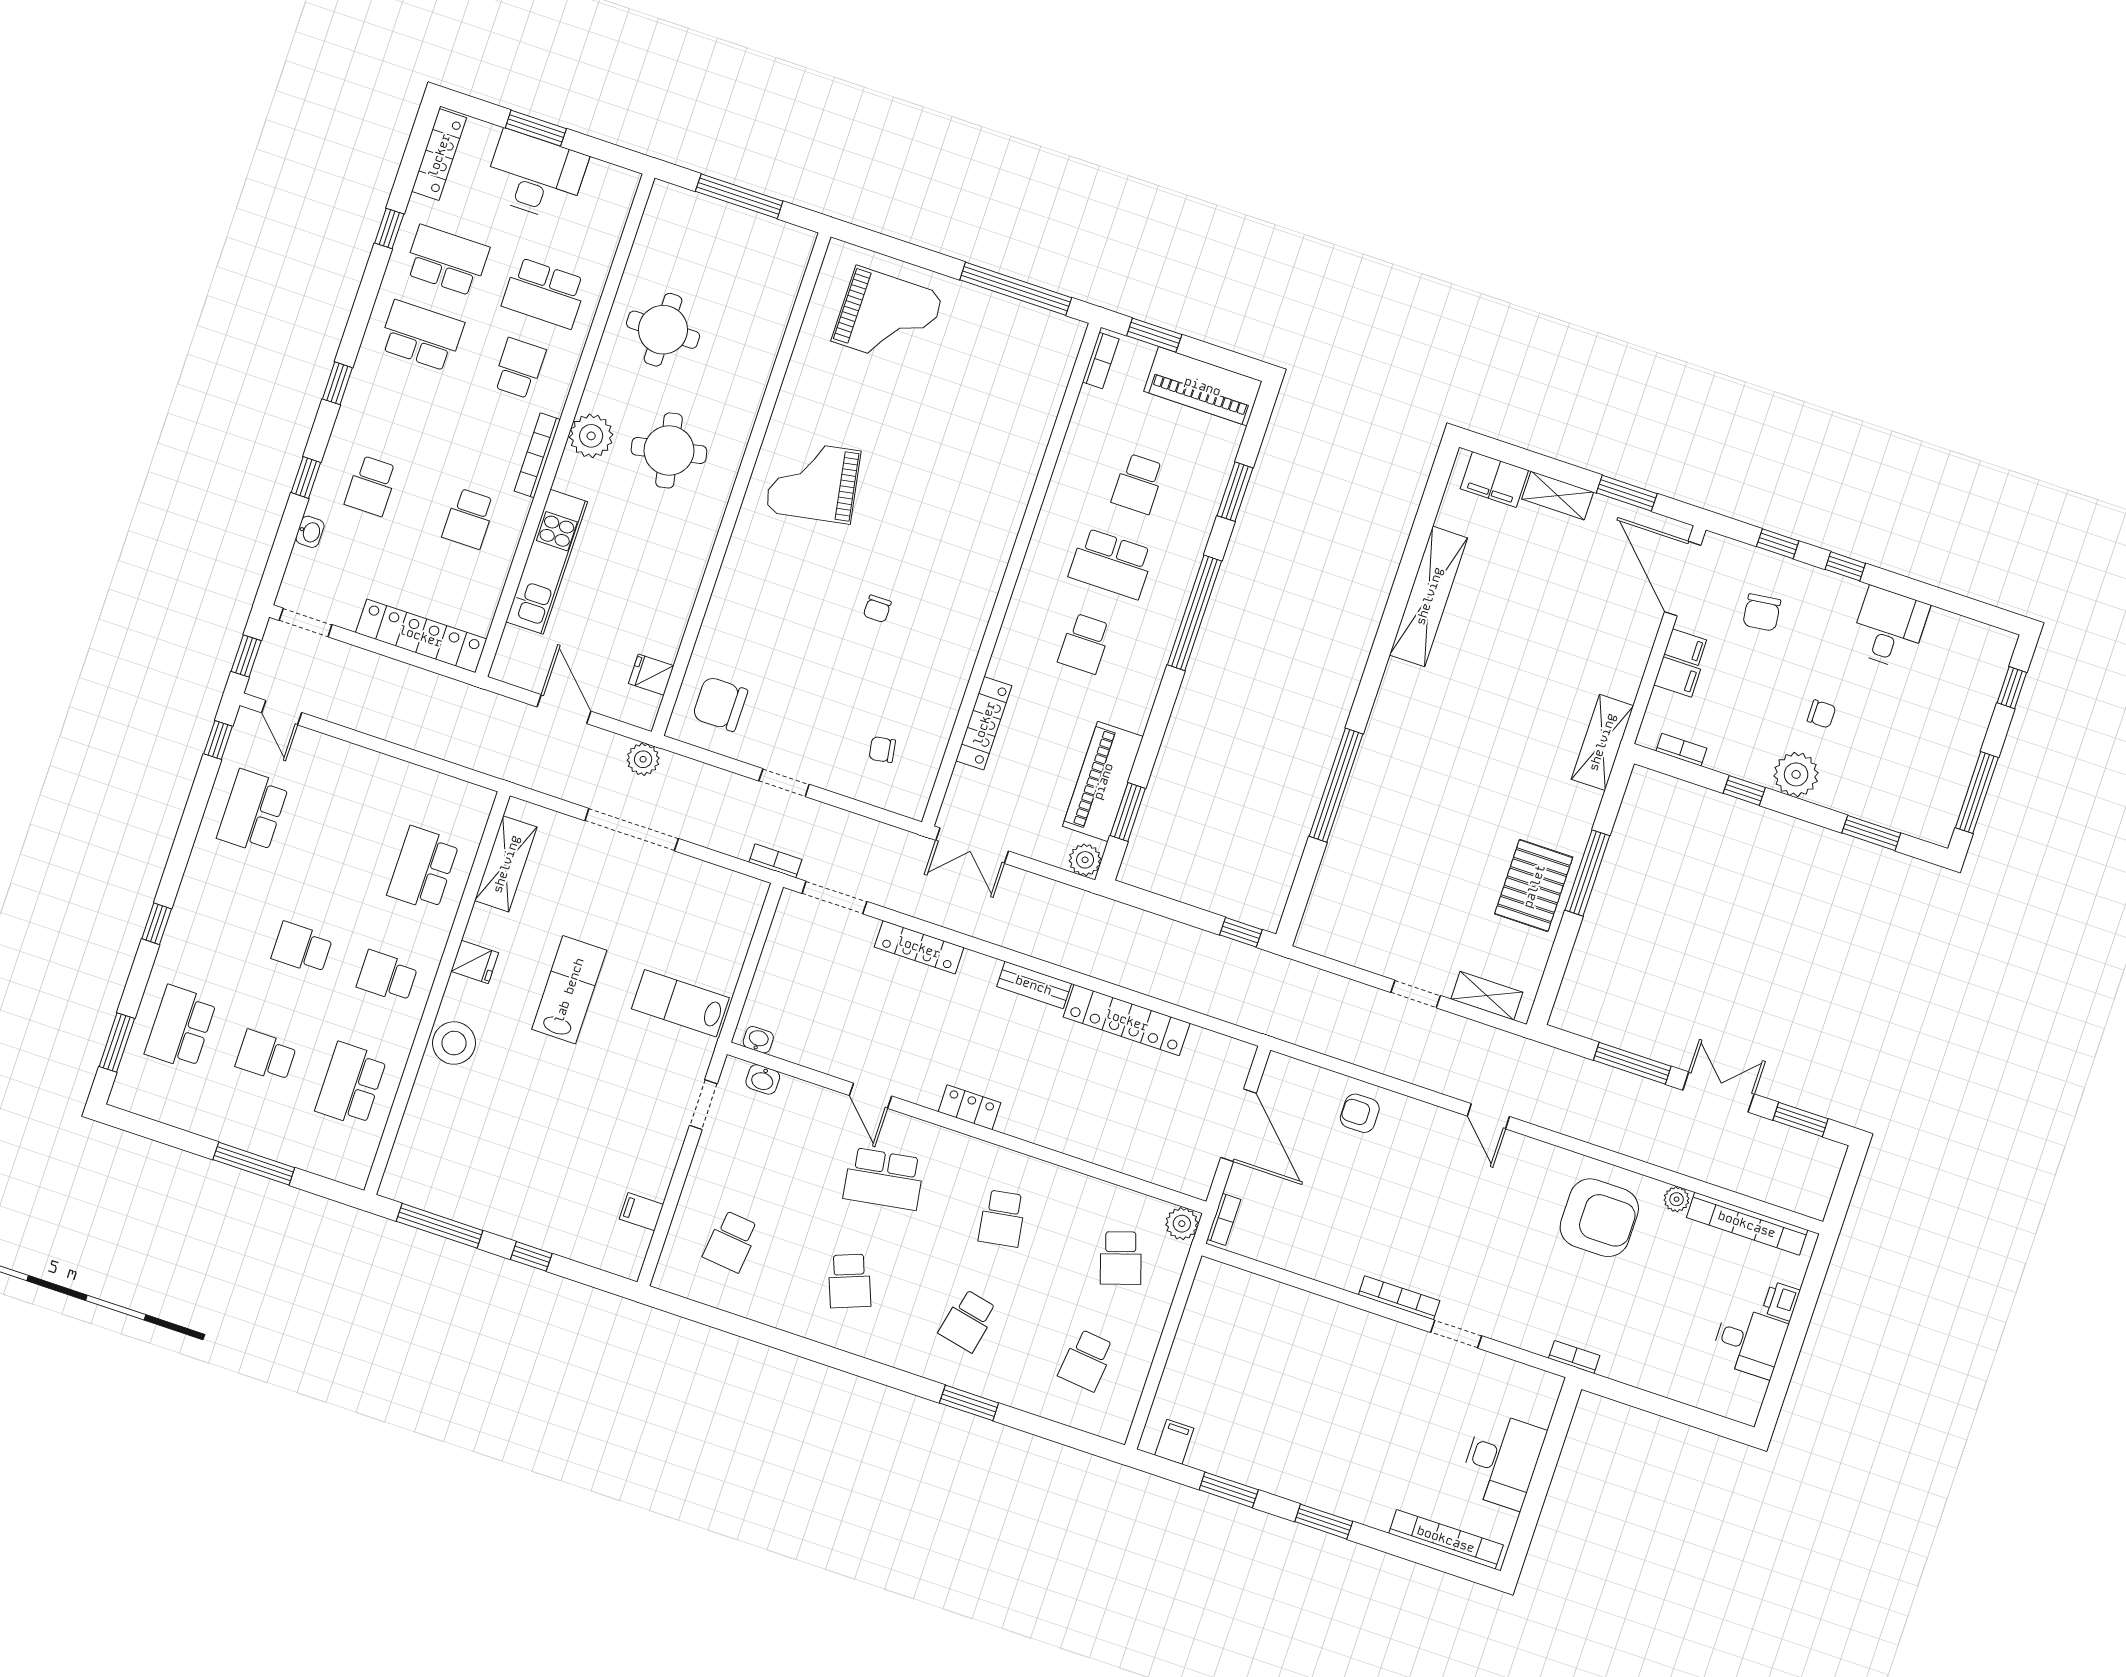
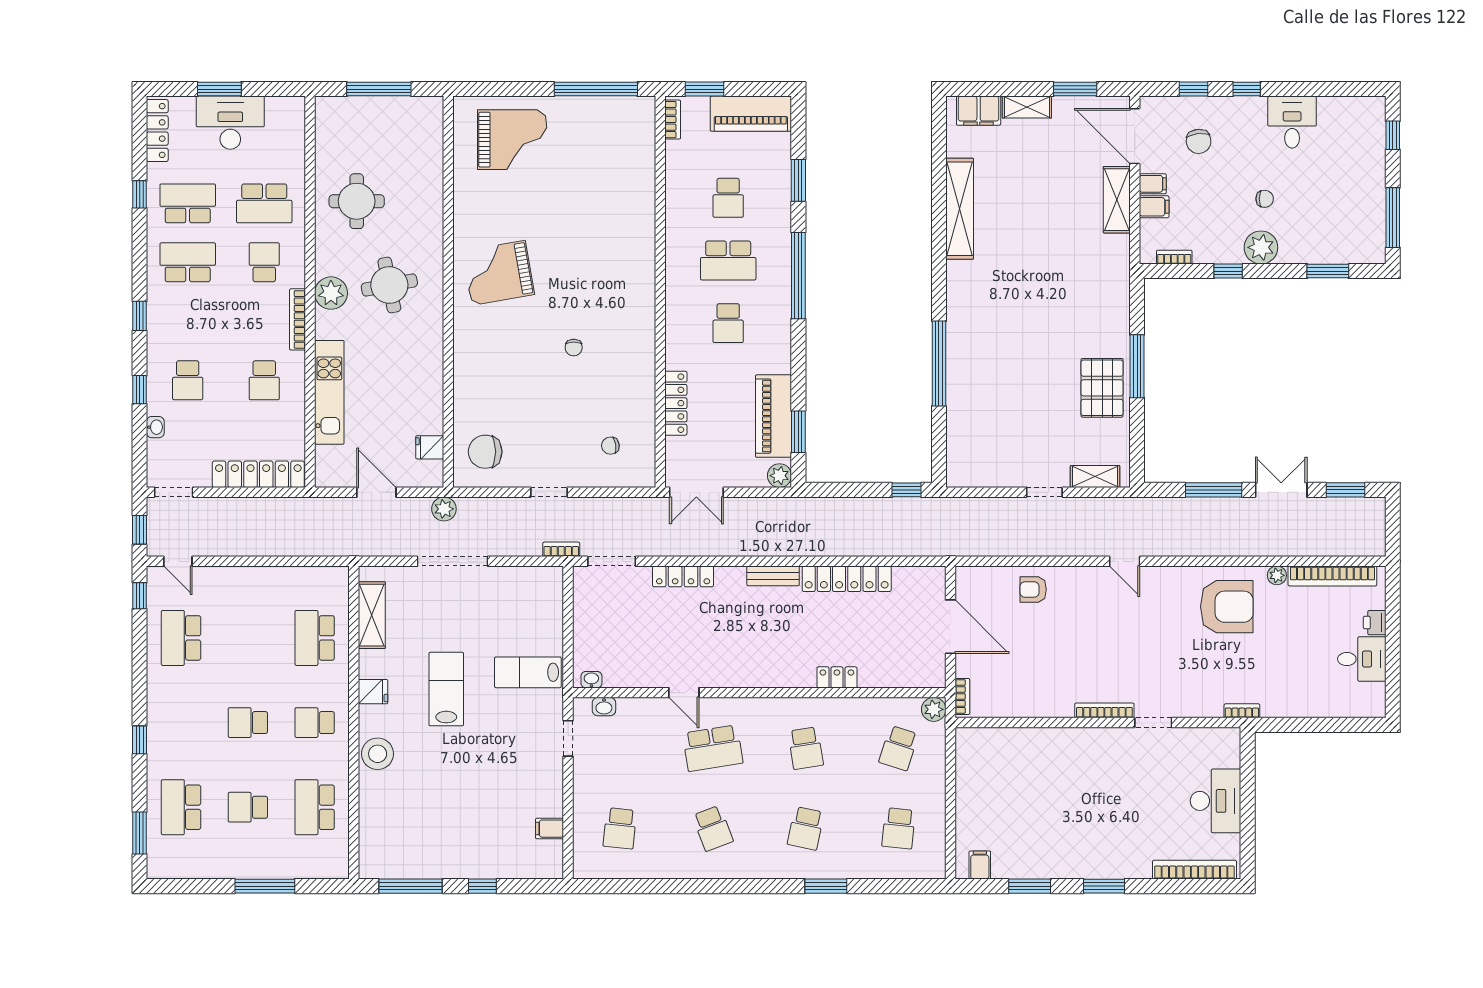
shelving: (1602, 742) -> (1117, 200), moved
locker: (970, 1107) -> (837, 677), moved
school desk: (1121, 1258) -> (899, 748), turned 36

